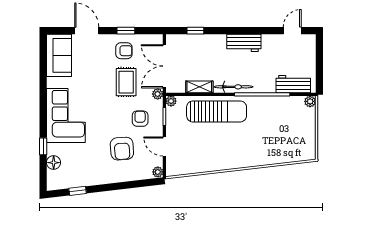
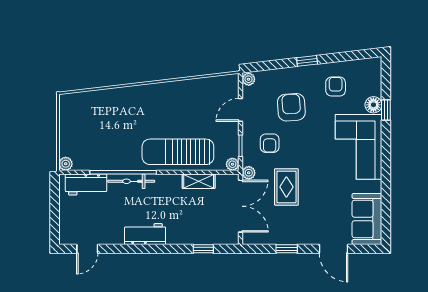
armchair: (124, 51) -> (336, 87), moved, turned 90
bicycle: (233, 87) -> (131, 181), moved
door: (164, 146) -> (240, 110), swing flipped
floor lamp: (54, 163) -> (373, 105), moved
window: (78, 191) -> (307, 61), moved

